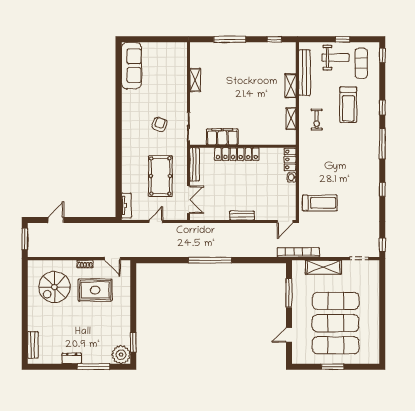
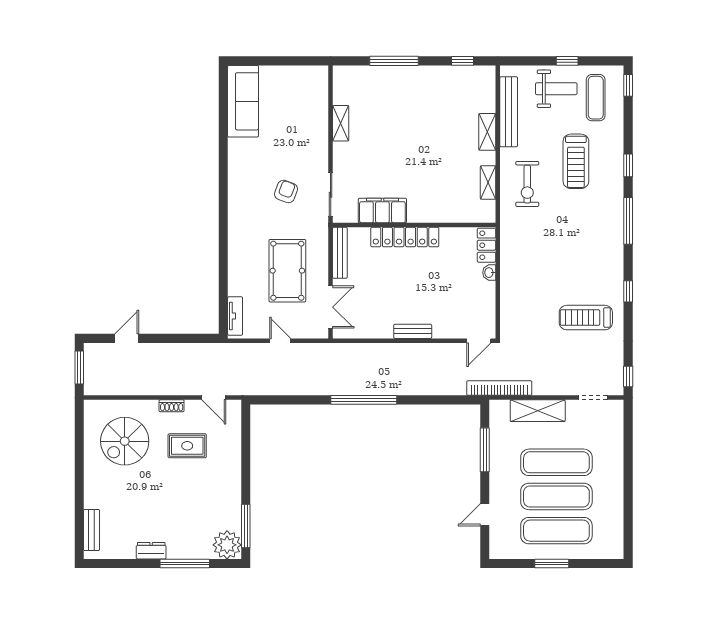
exercise bike: (317, 120) -> (527, 184), width x1.38, depth x1.39
treadmill: (320, 203) -> (586, 318), moved, turned 180
door: (156, 222) -> (280, 341), hinge flipped
rug: (95, 290) -> (187, 446), width x0.73, depth x0.70
window: (133, 342) -> (246, 526), width x1.44

